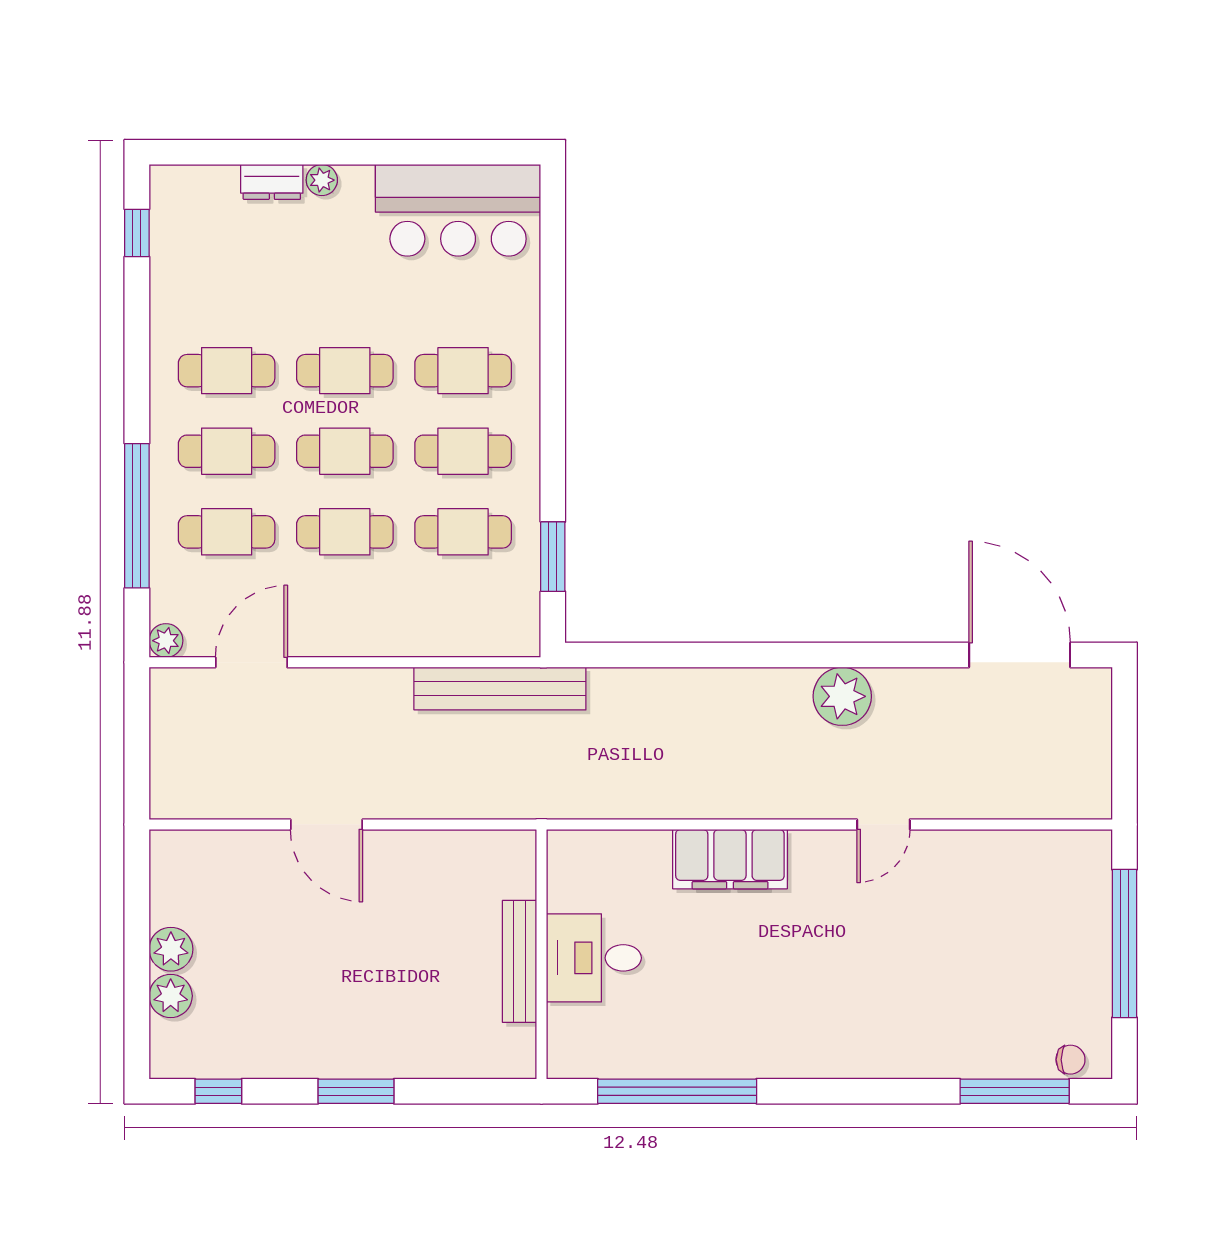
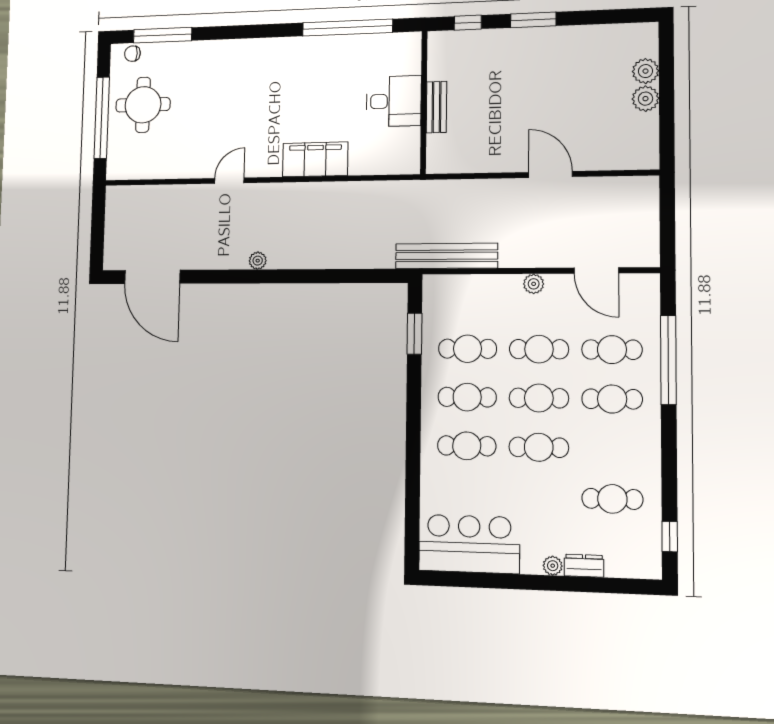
cafe table: (227, 371) -> (612, 499), moved
plant: (166, 641) -> (534, 284), moved
door: (251, 662) -> (596, 271), hinge flipped
plant: (842, 696) -> (258, 261), width x0.53, depth x0.53
bench: (520, 961) -> (436, 107), width x0.73
round table: (1047, 965) -> (143, 105), added
window: (218, 1091) -> (468, 23), moved

